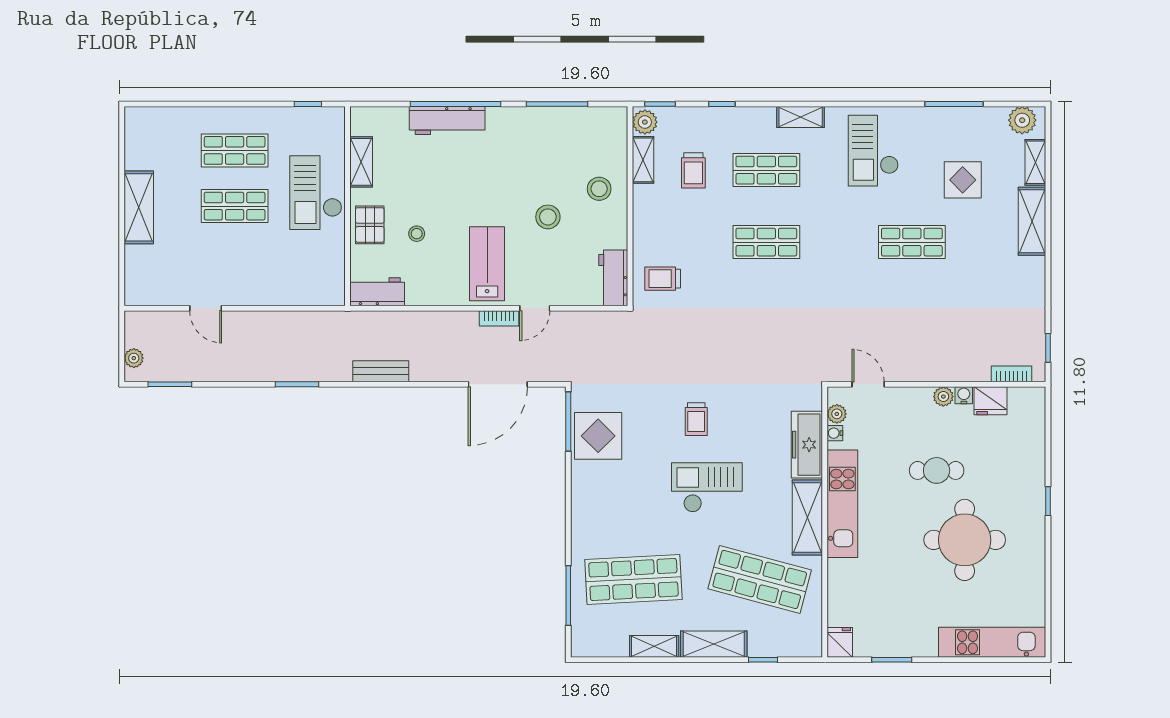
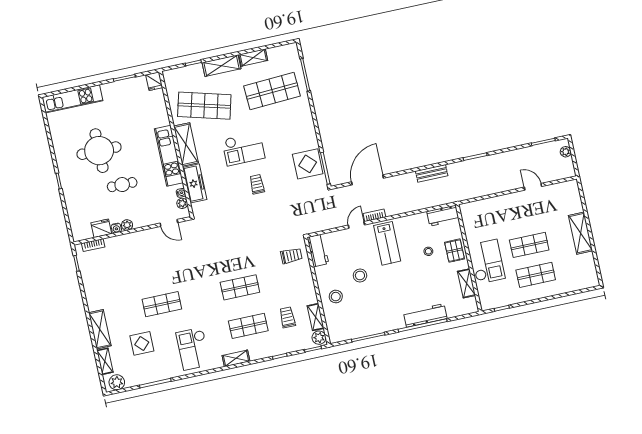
checkout: (873, 151) -> (193, 349), turned 180

